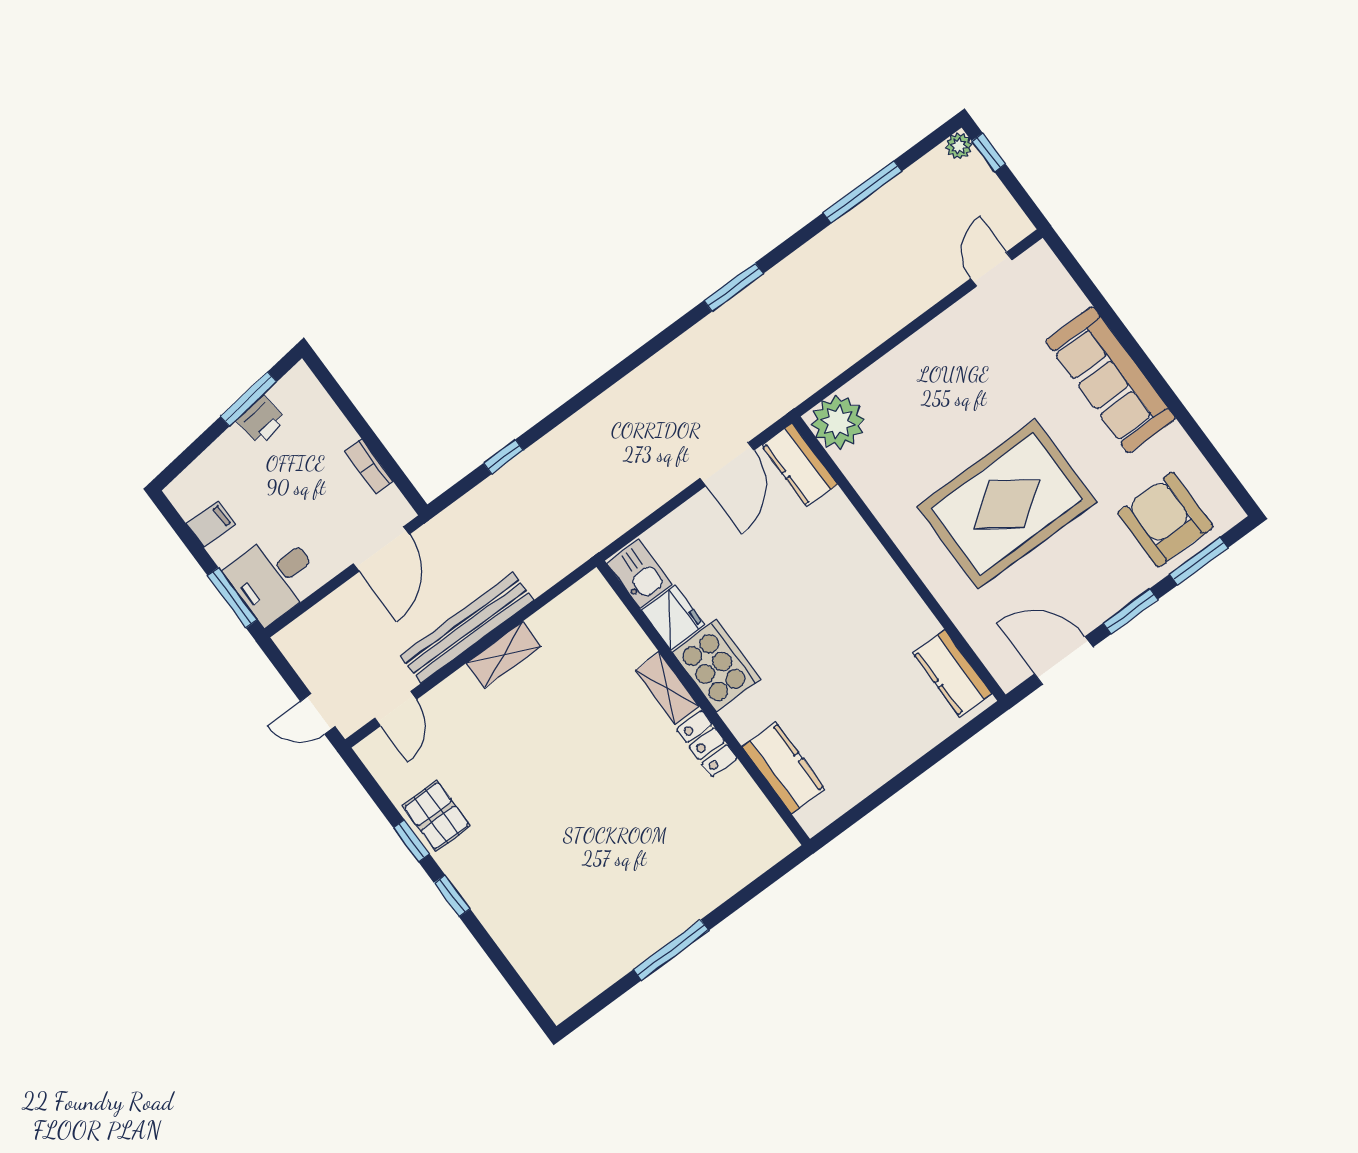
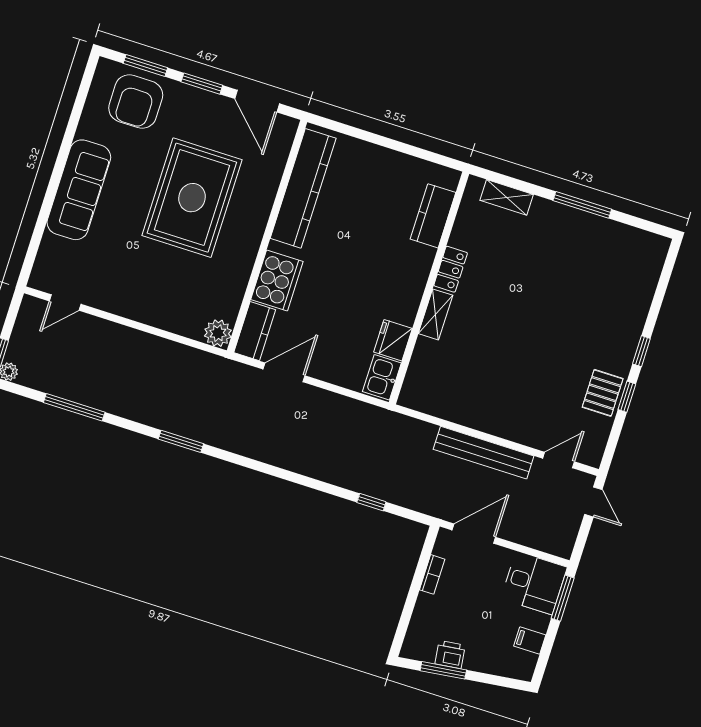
plant: (838, 422) -> (218, 333), width x0.73, depth x0.73
rug: (1007, 504) -> (192, 198), turned 90
shelving: (504, 655) -> (507, 197), moved
cooker: (716, 666) -> (277, 281), moved, turned 180
kitchen counter: (952, 673) -> (303, 188), width x2.08, depth x1.17

